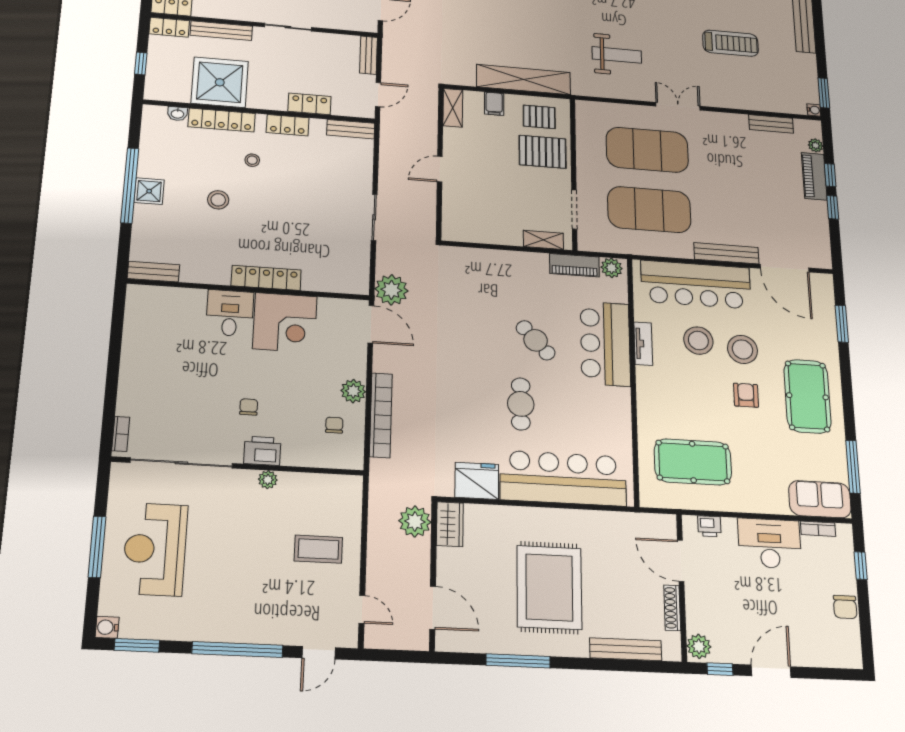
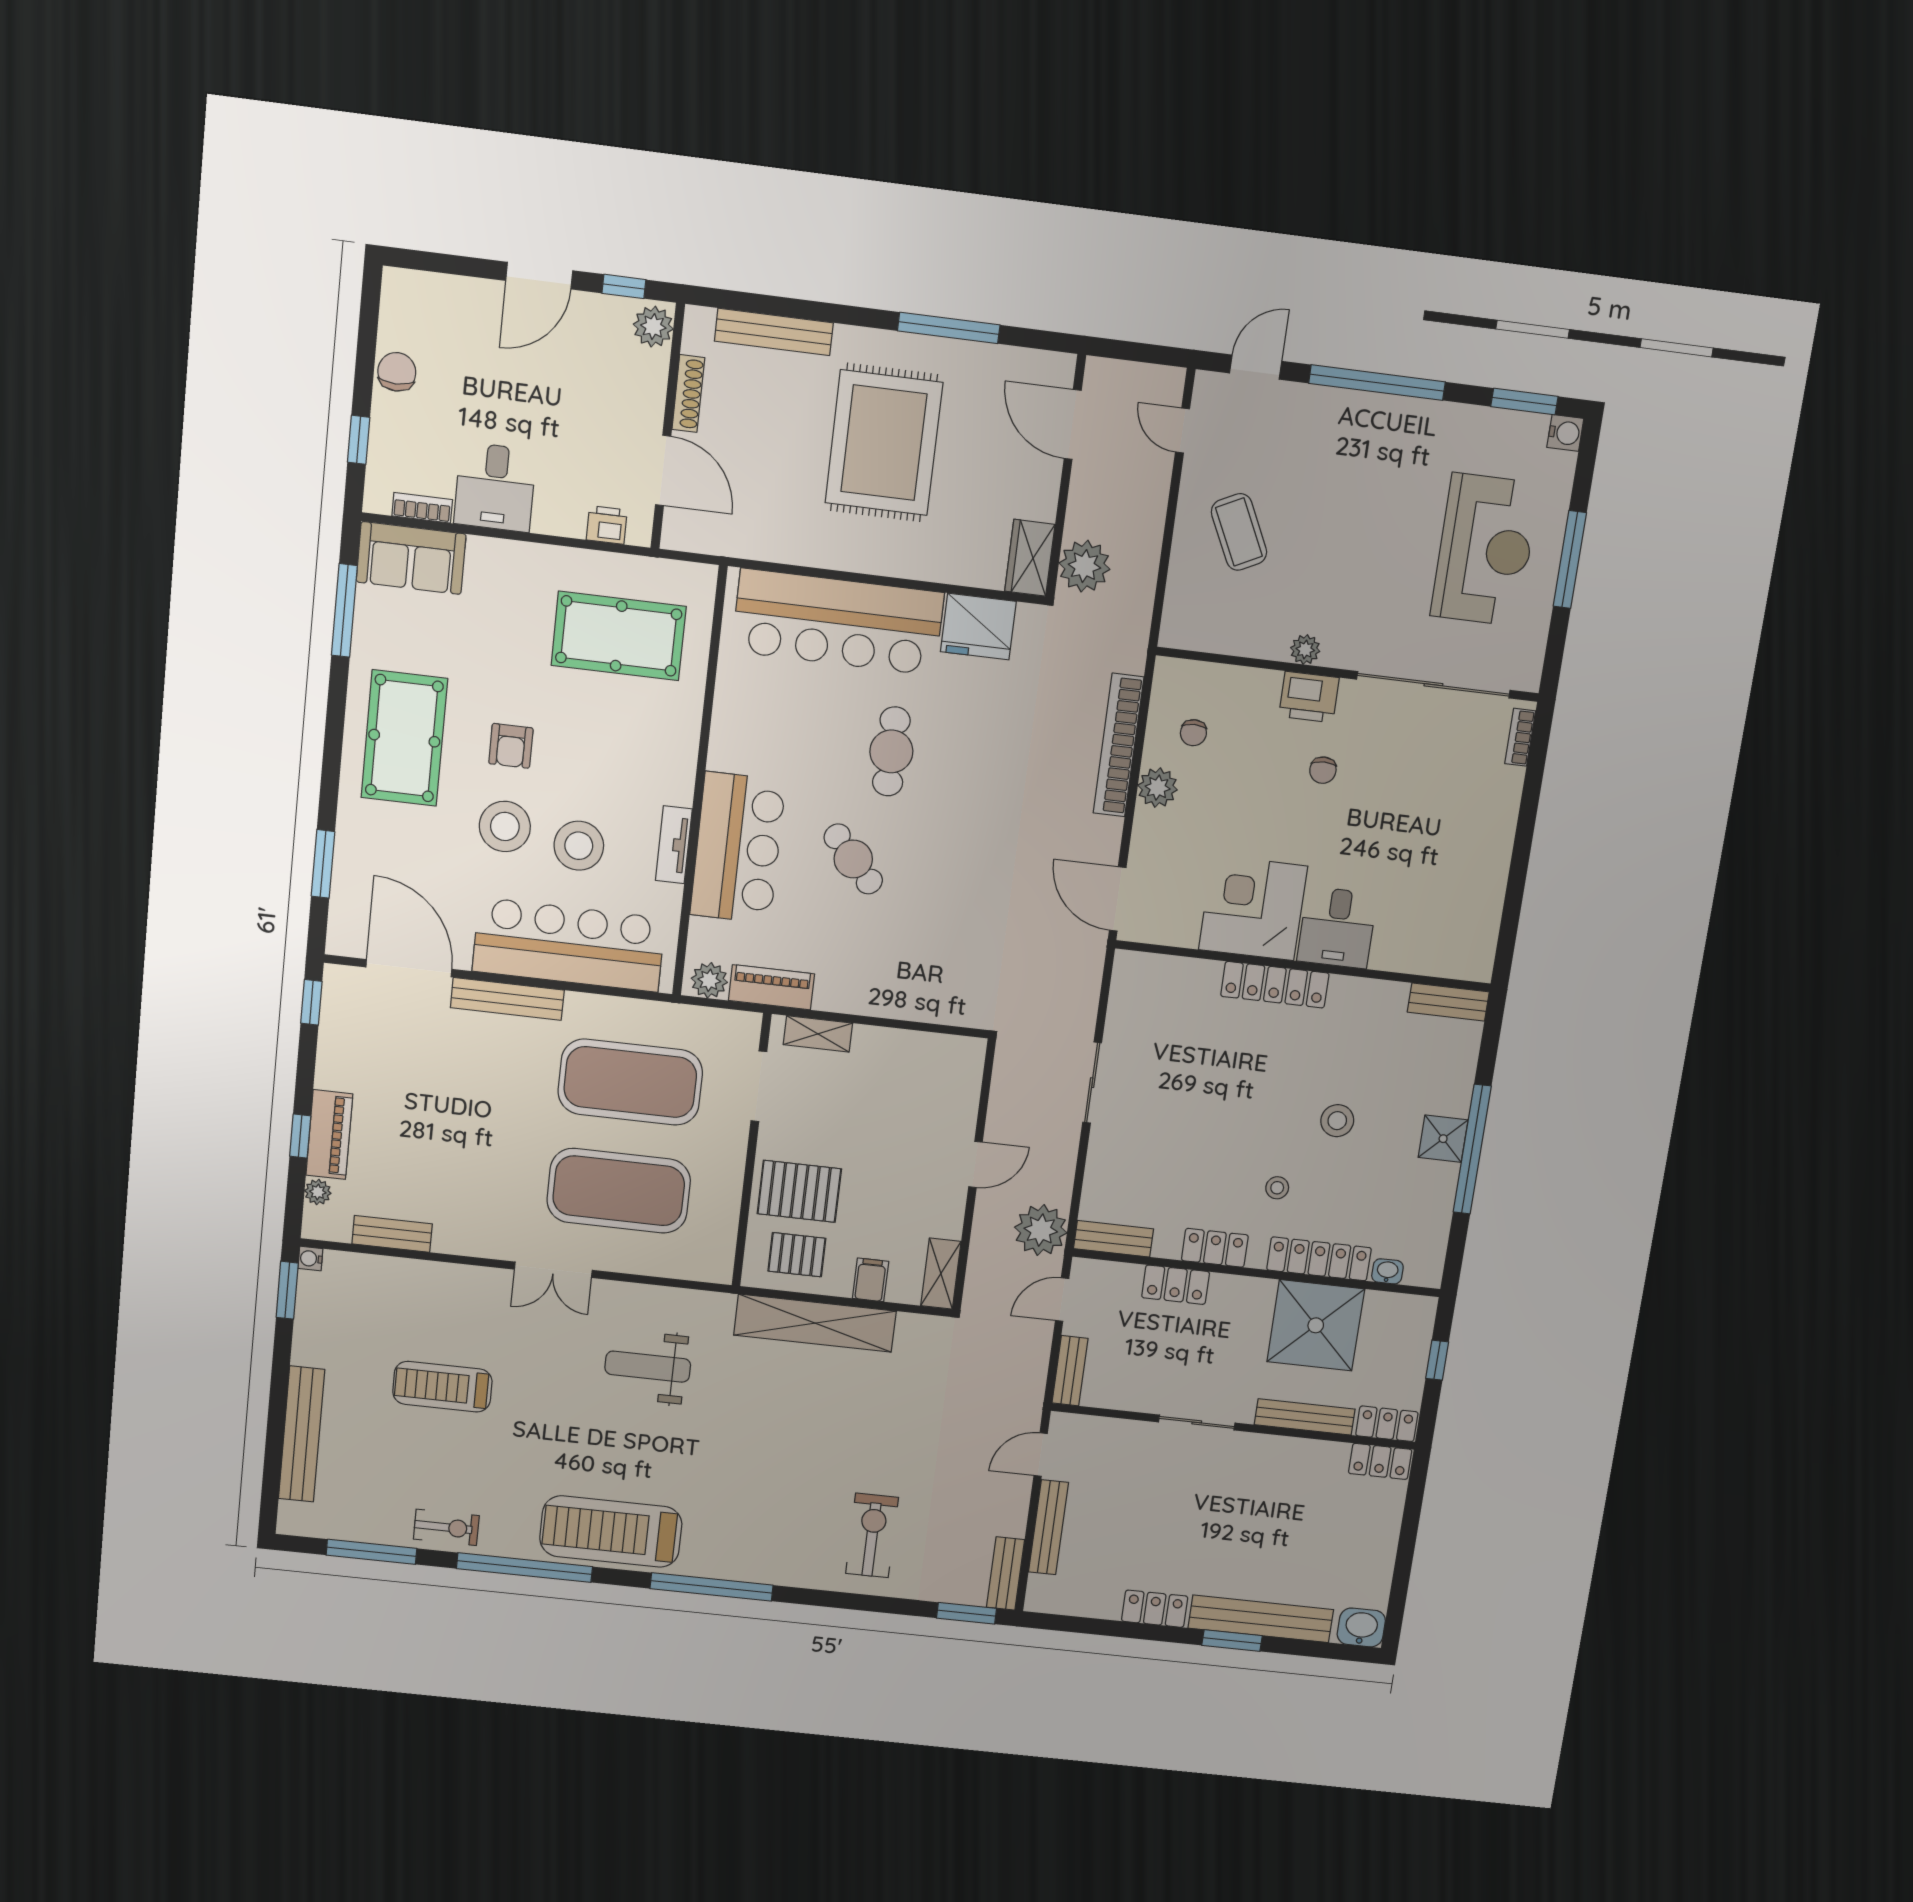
window: (833, 207) -> (311, 1002), moved
plant: (391, 290) -> (1041, 1230), moved
desk: (770, 543) -> (495, 487), width x0.73
coffee table: (318, 549) -> (1239, 532), turned 64

